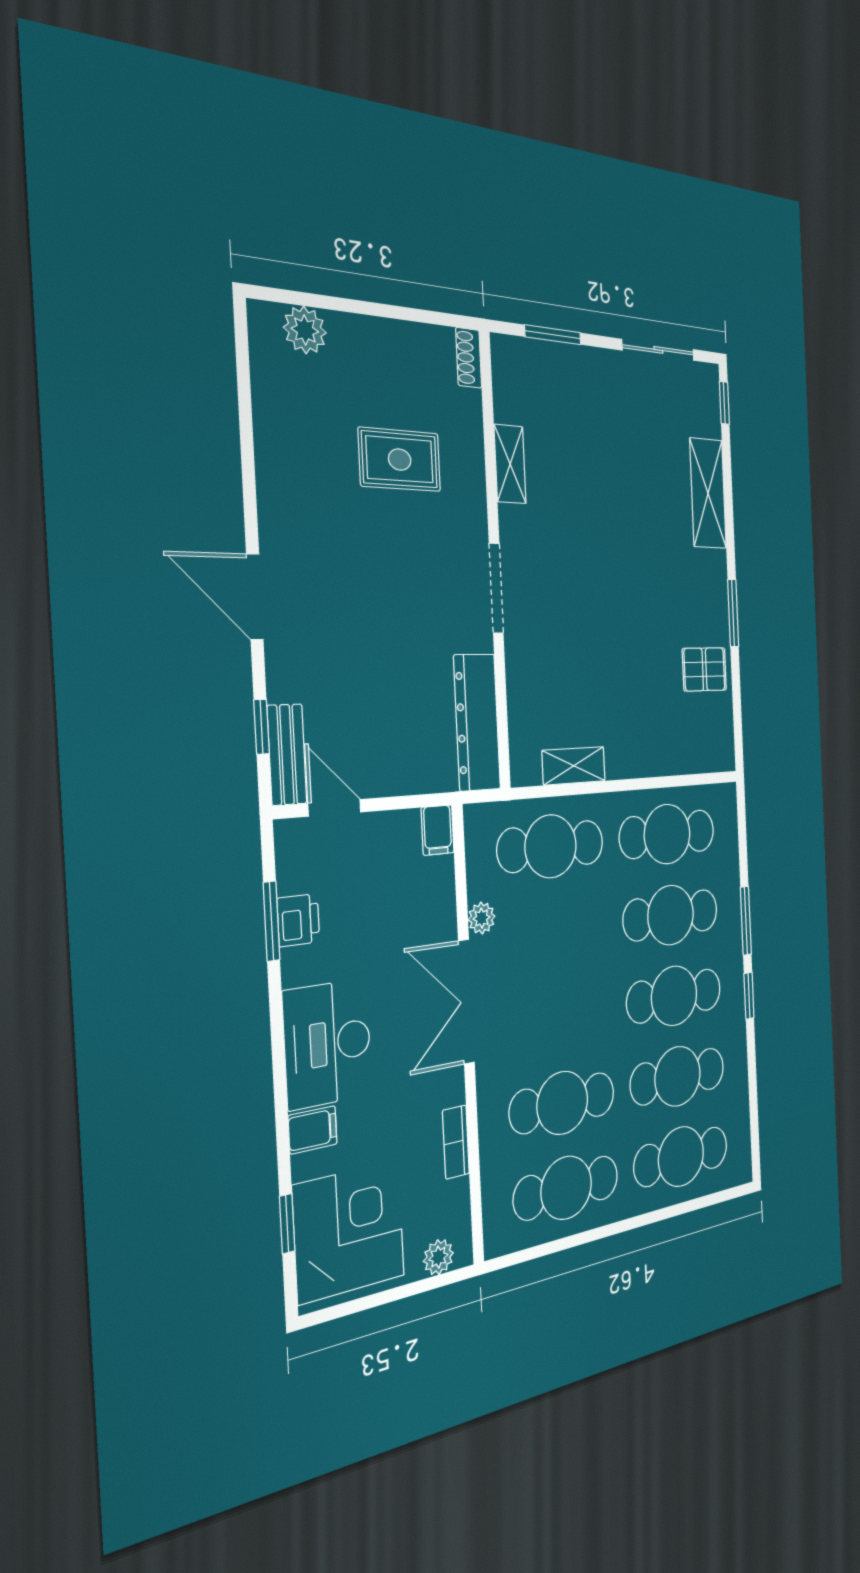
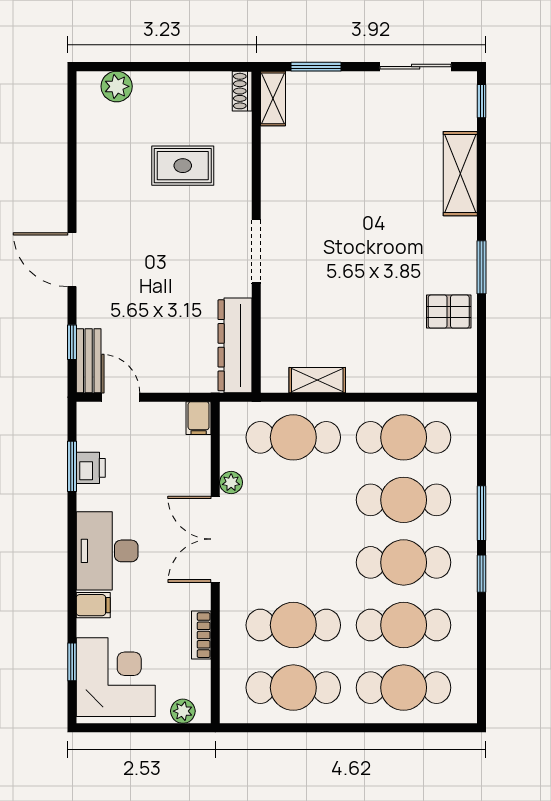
shelving: (510, 464) -> (273, 98), moved

